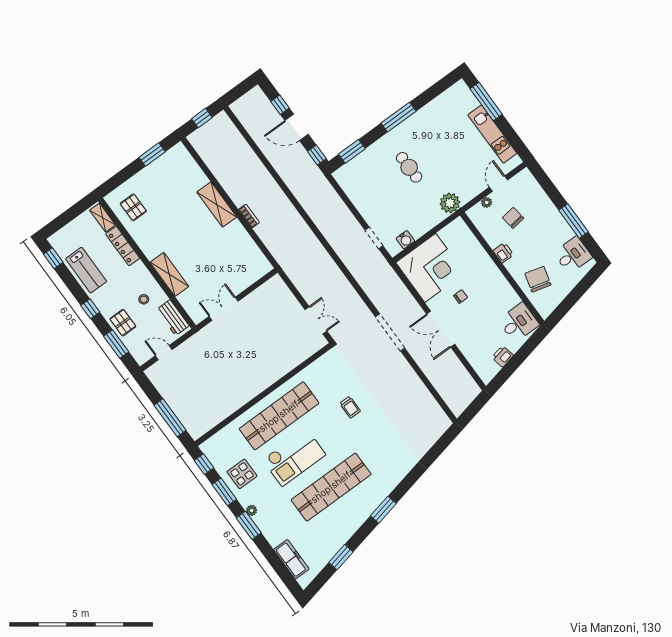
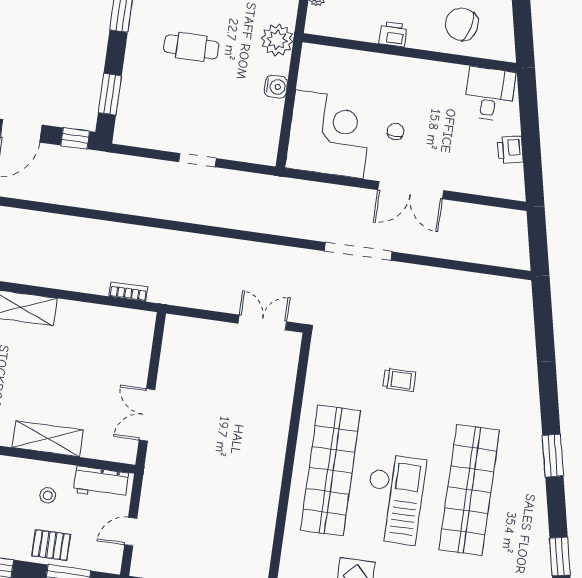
bookcase: (249, 216) -> (128, 292), moved
doorway: (374, 238) -> (197, 160), moved
water cooler: (405, 240) -> (276, 87), moved

